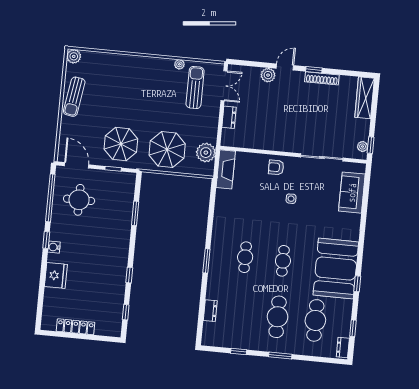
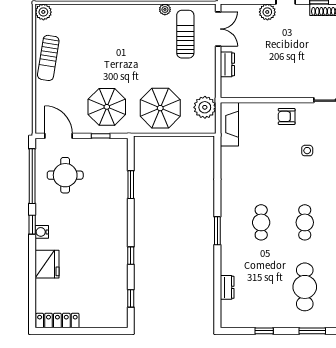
locker: (76, 327) -> (57, 321), moved

